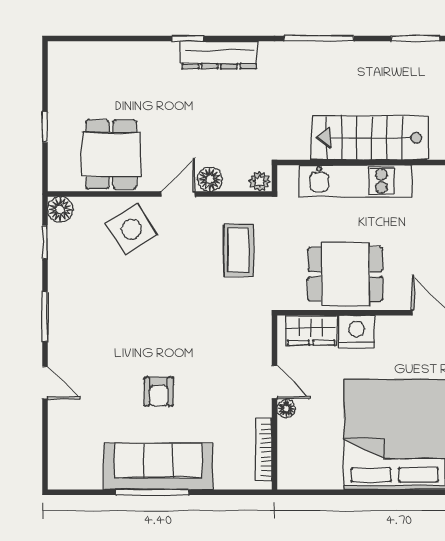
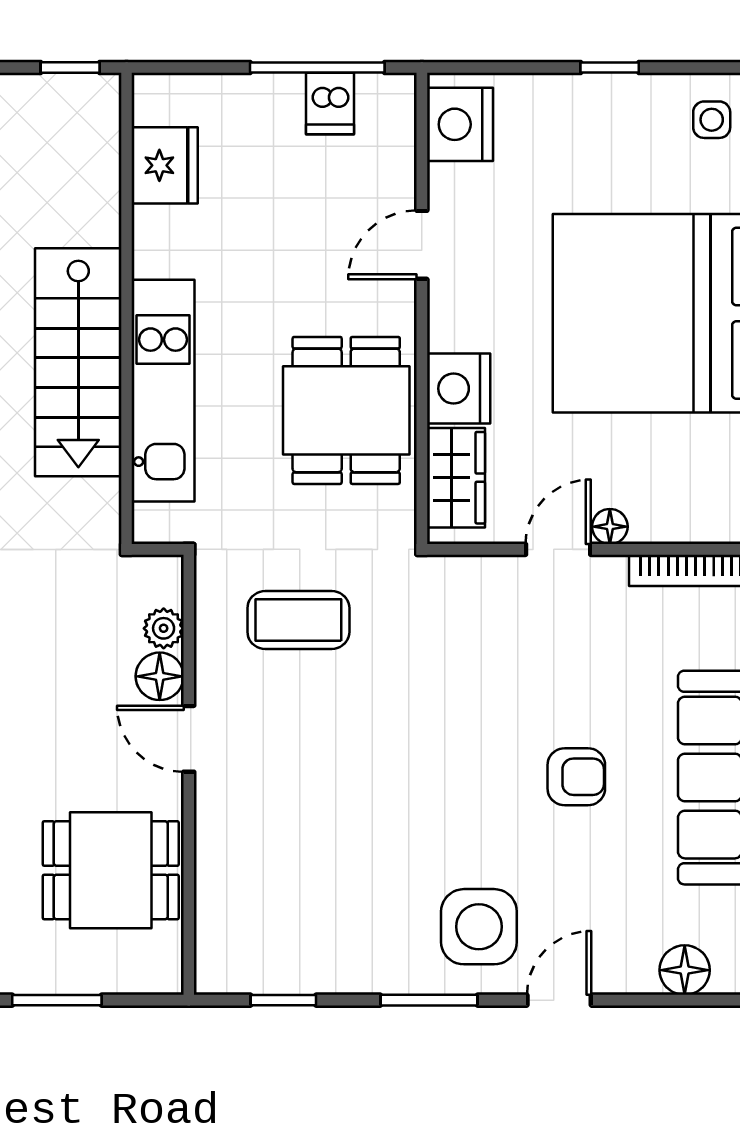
window: (45, 127) -> (57, 1000), width x1.50
plant: (259, 181) -> (164, 628), moved
floor lamp: (60, 209) -> (685, 970), moved
side table: (131, 229) -> (479, 927), moved, turned 33

